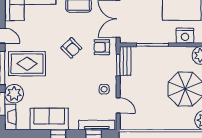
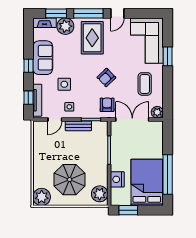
bench: (125, 61) -> (78, 126), moved
side table: (79, 95) -> (64, 84), added

